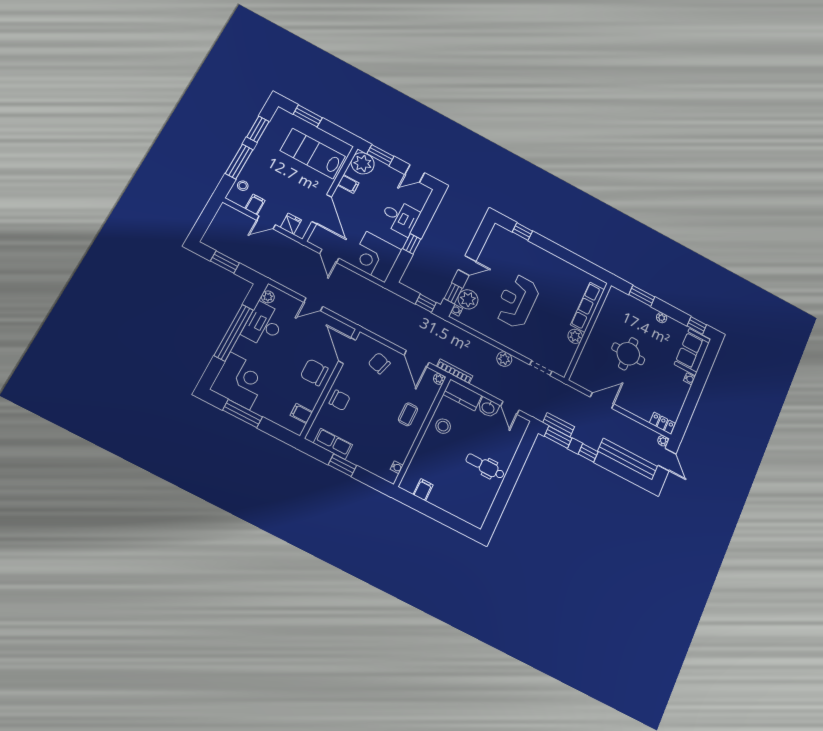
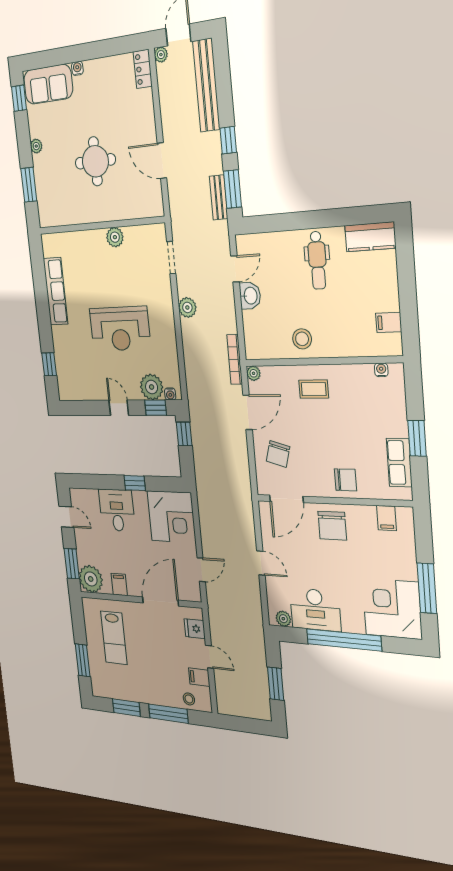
lab bench: (313, 154) -> (114, 638), width x0.73, depth x0.72
row of seats: (587, 307) -> (56, 291), moved, turned -90
kitchen counter: (462, 395) -> (370, 237), moved, turned 90
chair: (340, 400) -> (345, 480), turned 90

